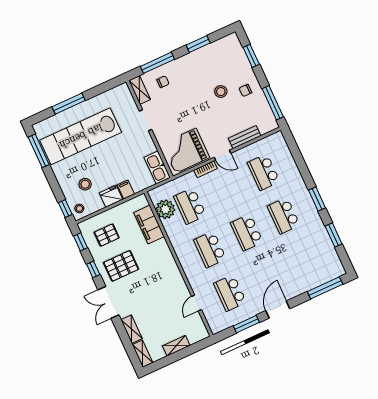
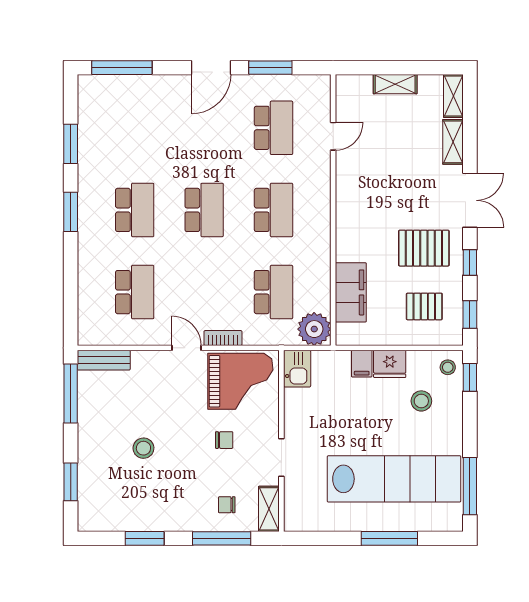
chair: (245, 90) -> (224, 440), moved
bench: (245, 137) -> (104, 360), moved
kitchen sink: (157, 167) -> (297, 369), width x0.73
plant: (165, 209) -> (314, 329), moved

